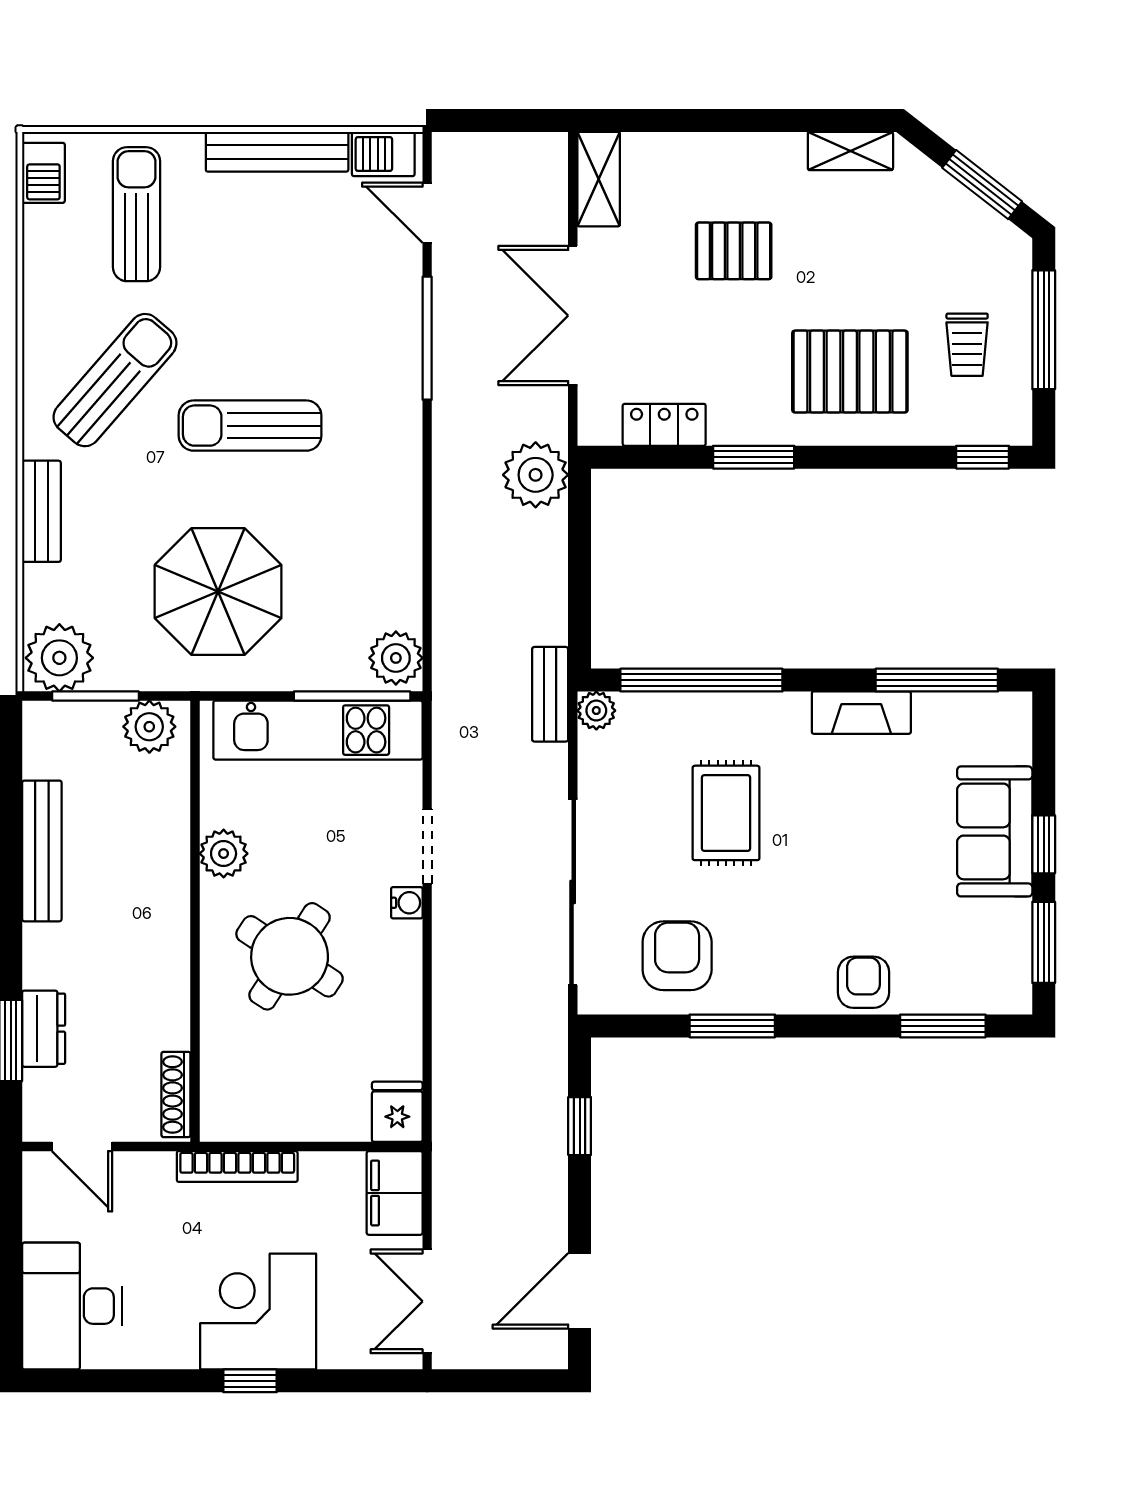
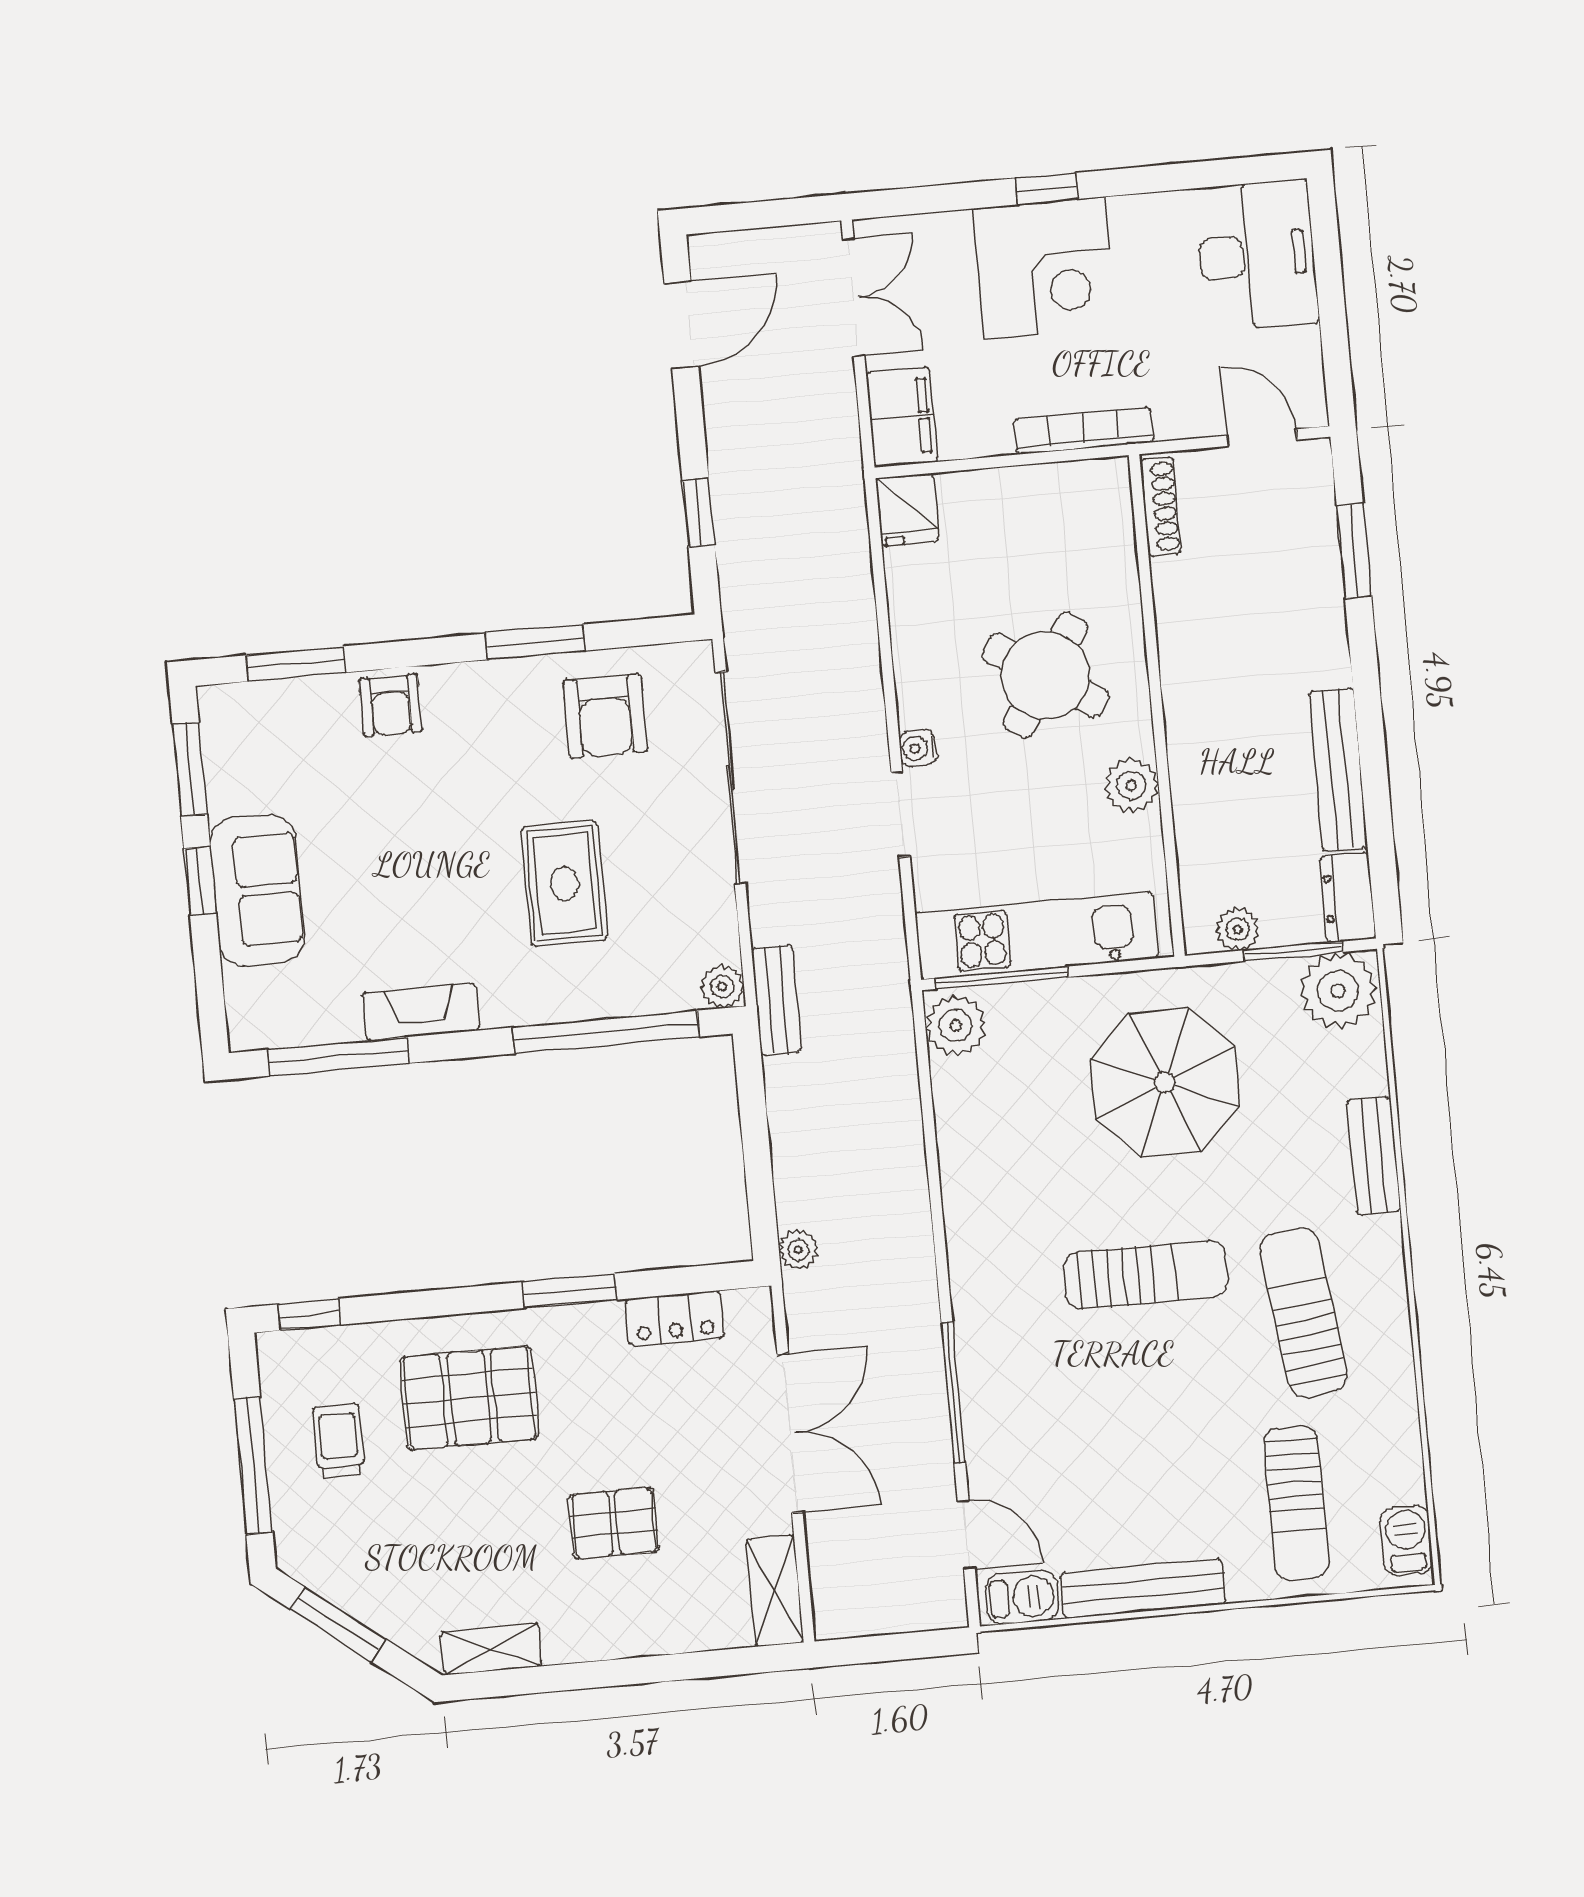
sun lounger: (115, 380) -> (1304, 1312), turned 132
plant: (536, 475) -> (799, 1250), width x0.53, depth x0.53
plant: (149, 727) -> (1238, 929), width x0.73, depth x0.73
dresser: (44, 1029) -> (1348, 897), moved

